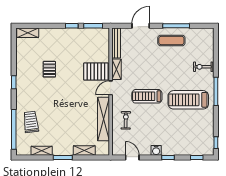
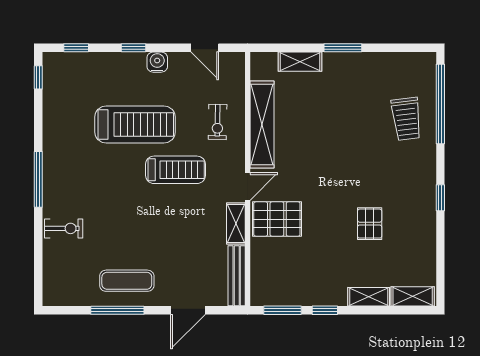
treadmill: (188, 100) -> (135, 124), moved
shelving: (42, 151) -> (369, 297), moved

